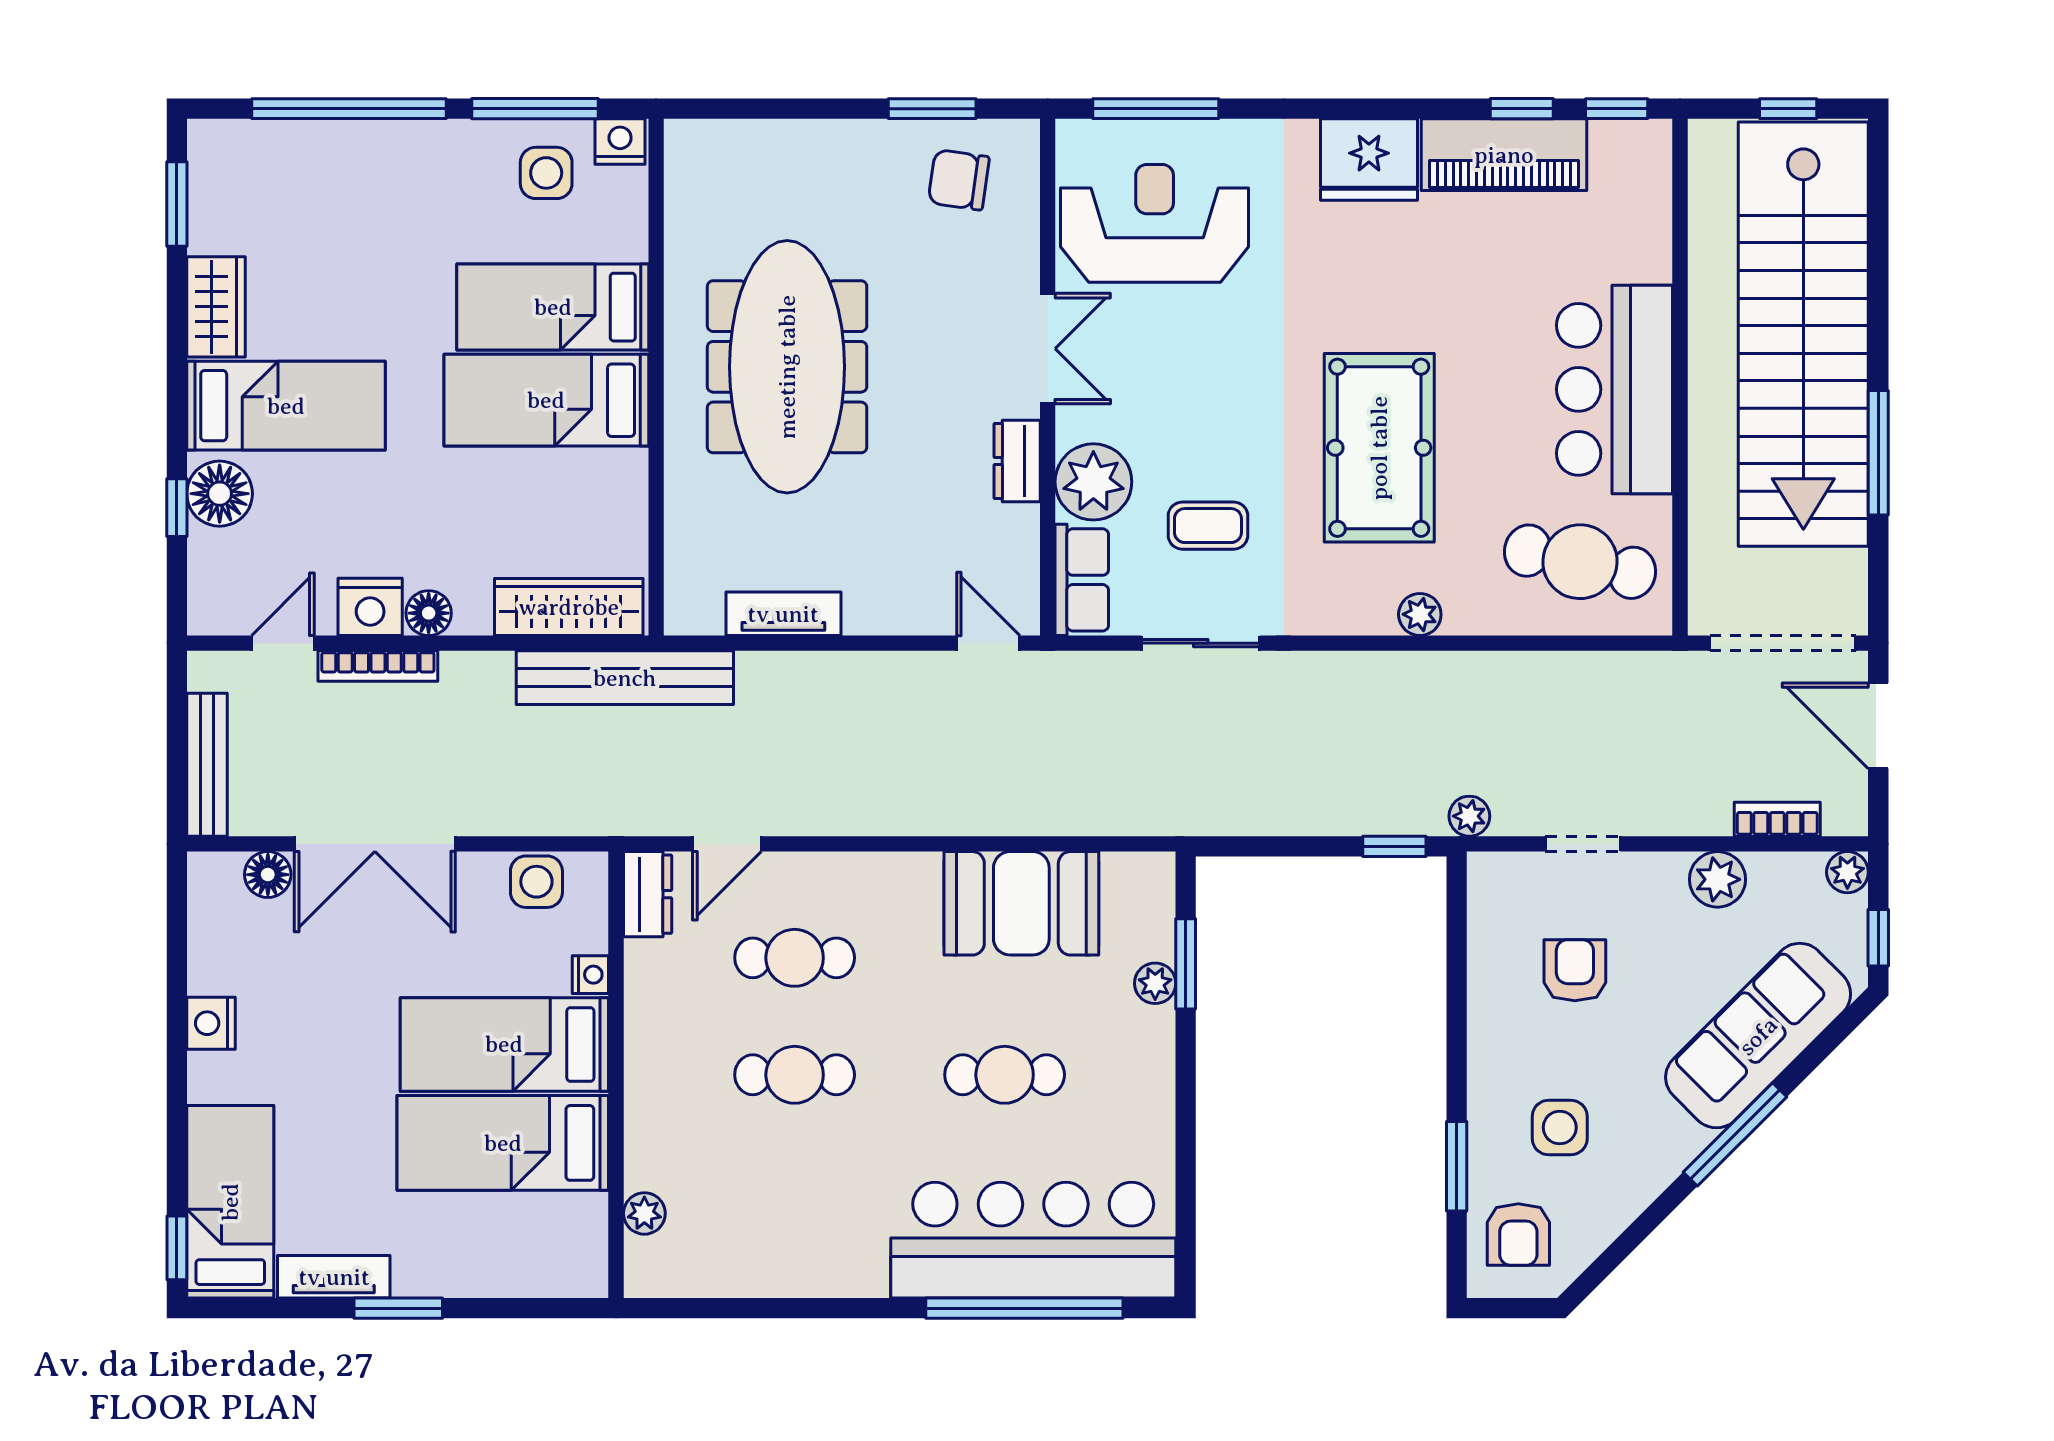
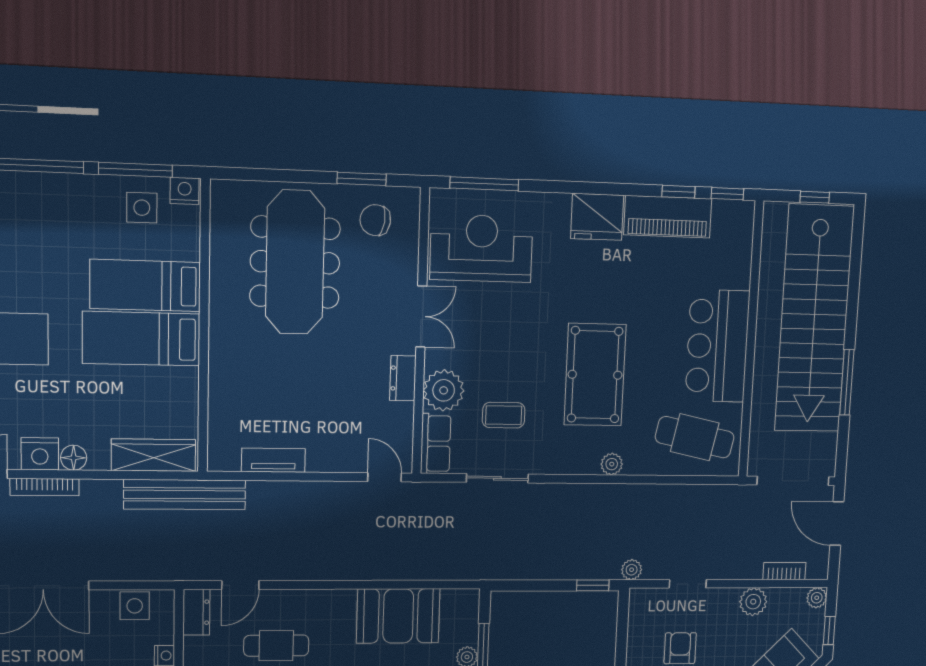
meeting table: (787, 367) -> (295, 262), moved

